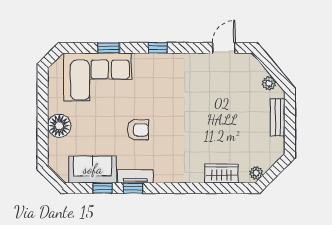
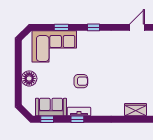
window: (102, 188) -> (47, 119), moved

